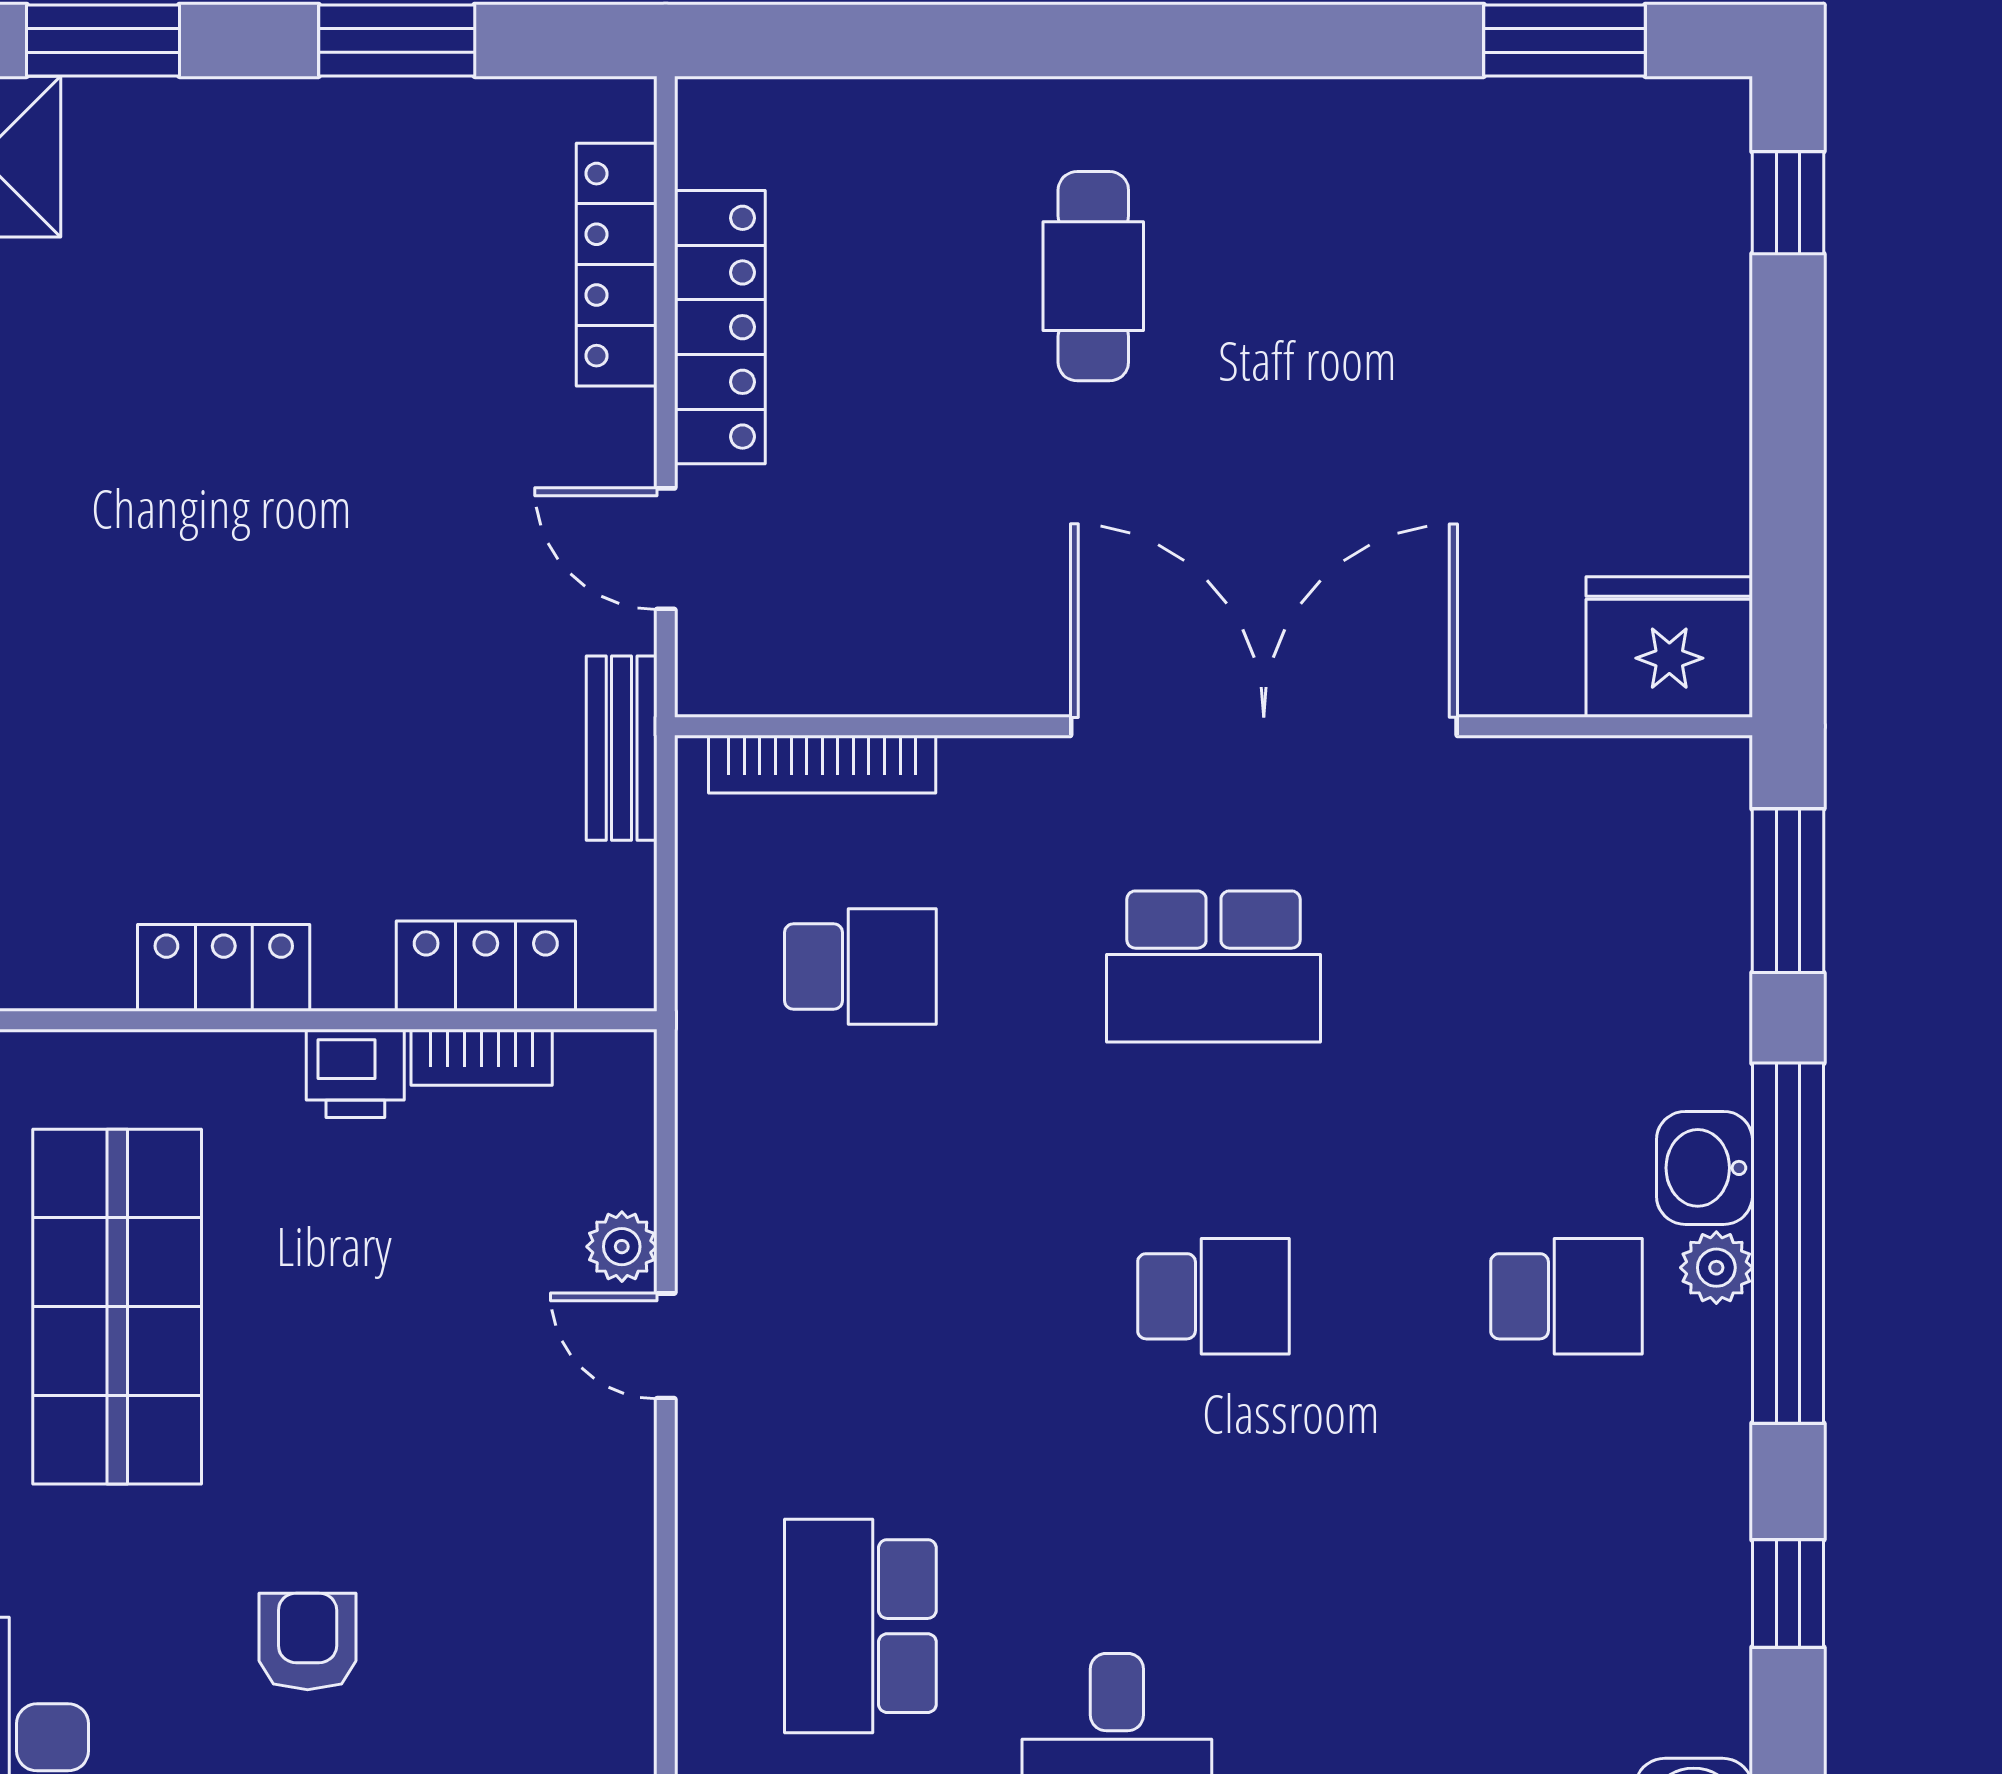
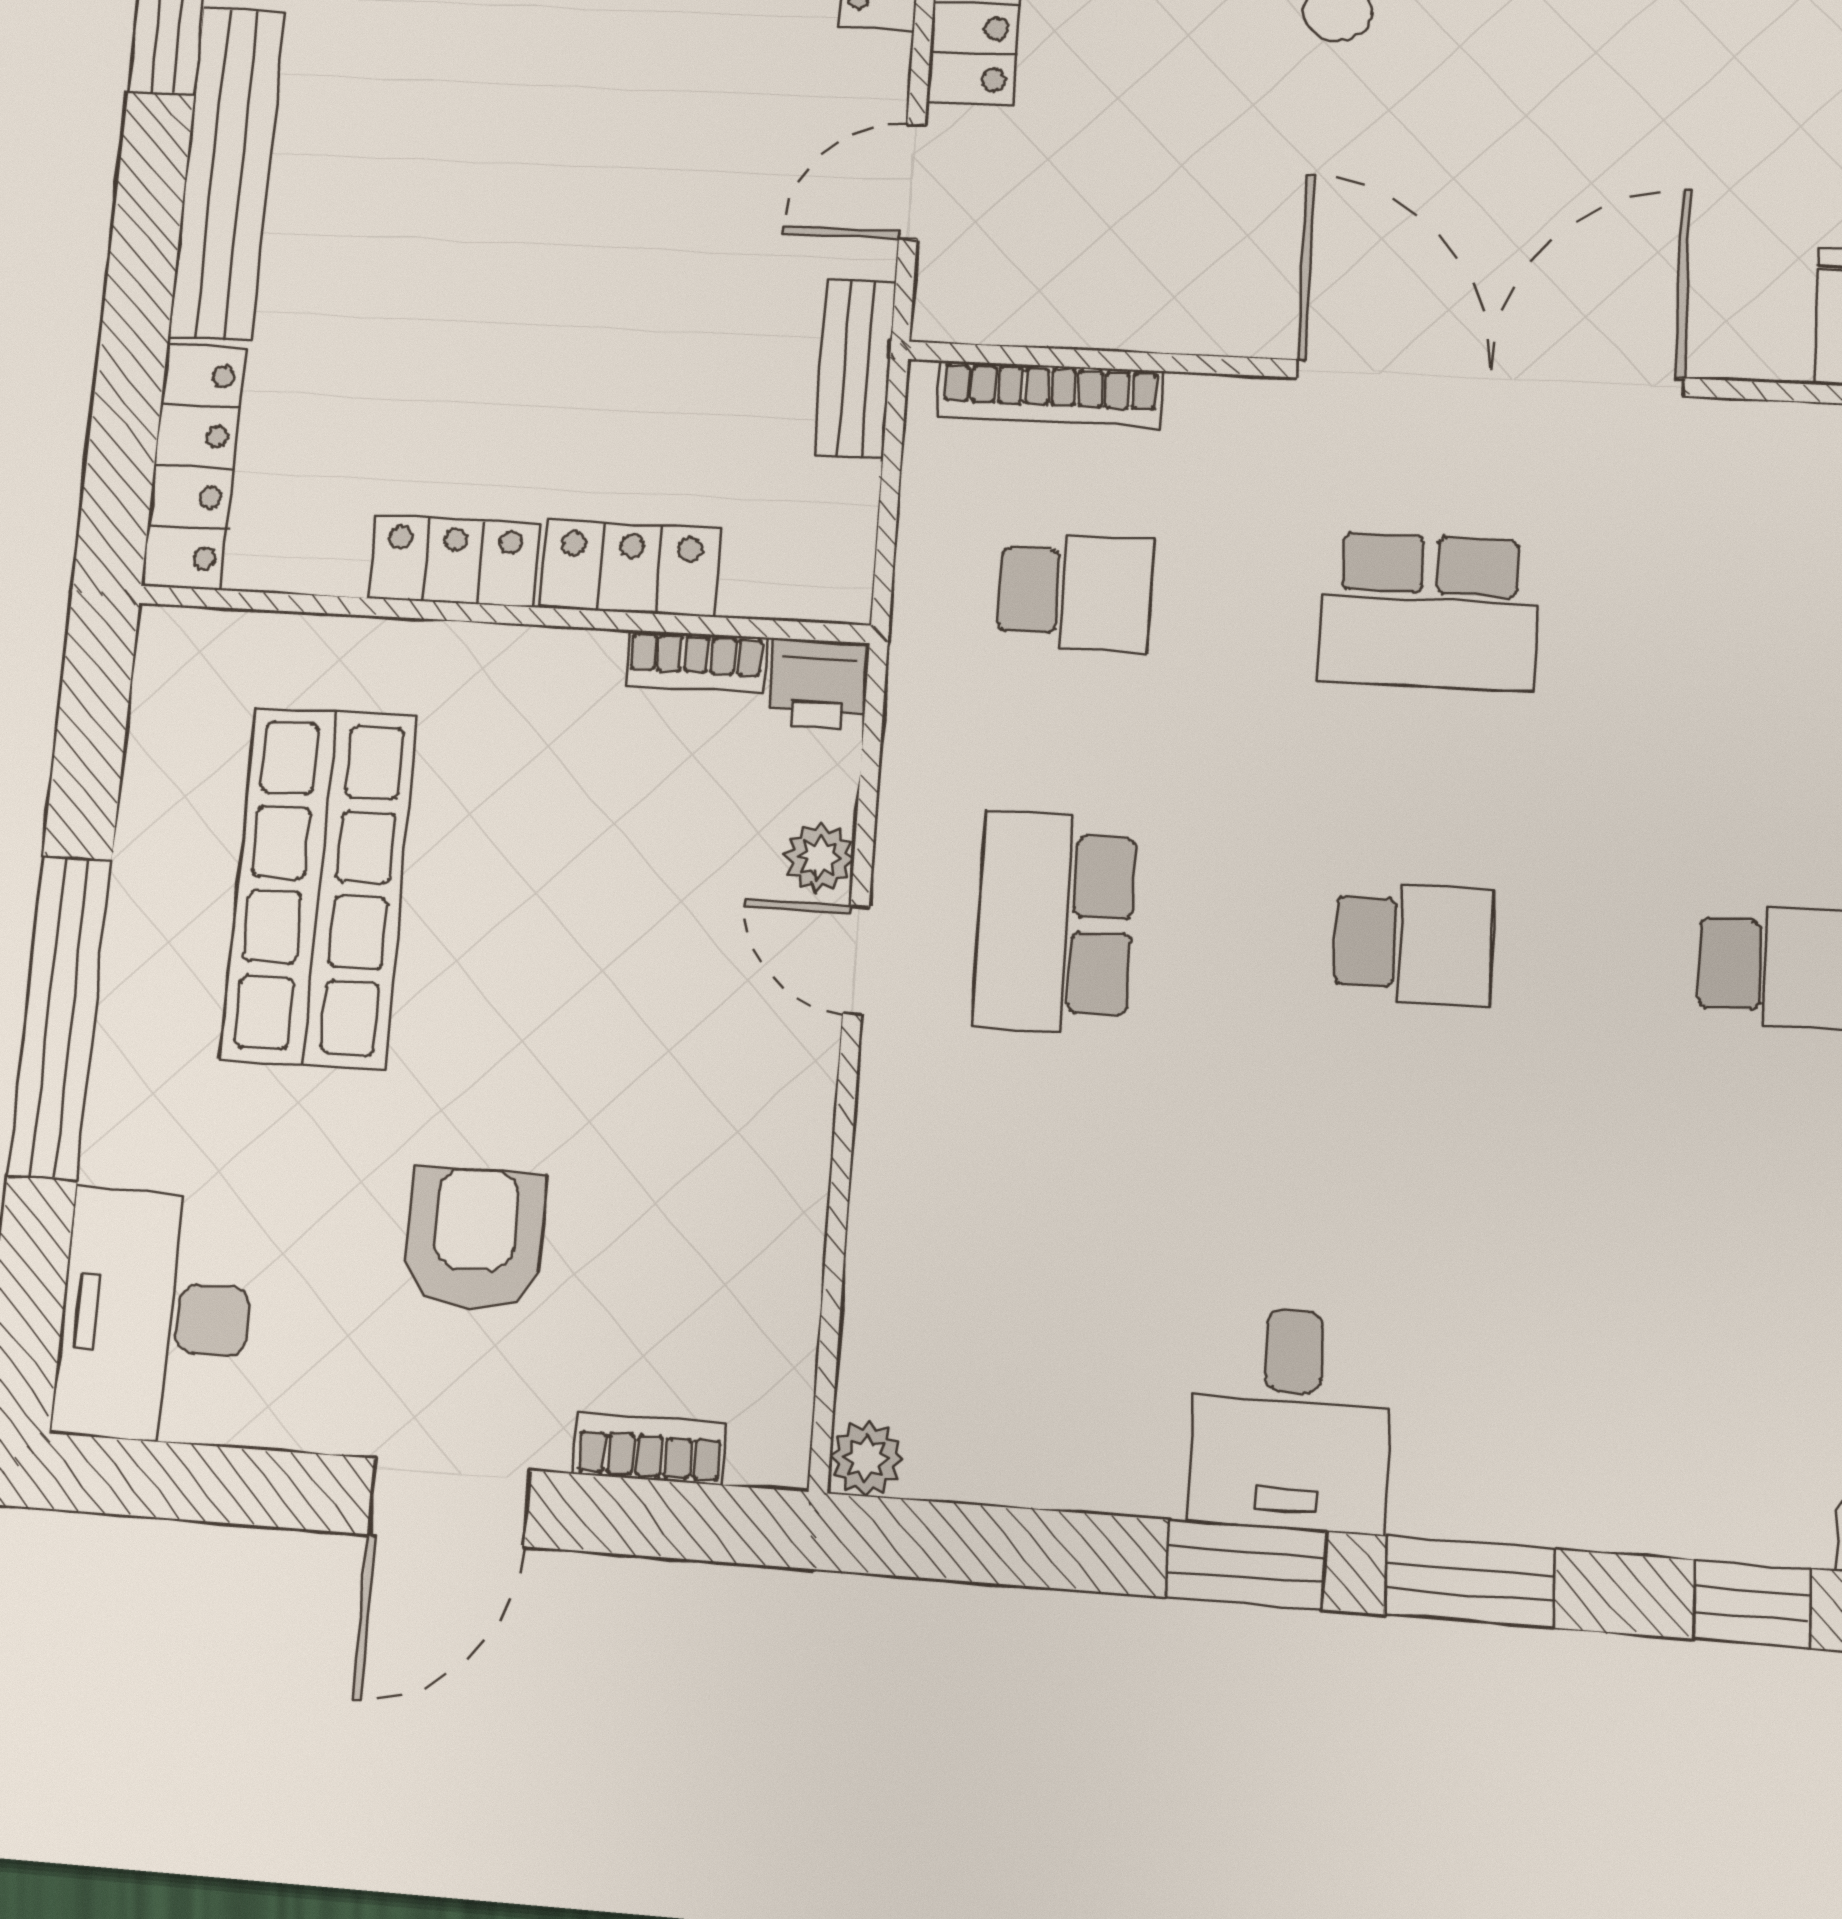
door: (666, 549) -> (912, 182), hinge flipped
locker: (486, 966) -> (630, 568), moved
printer: (355, 1073) -> (819, 684), moved
school desk: (860, 1626) -> (1055, 922), moved
armchair: (308, 1641) -> (475, 1239), width x1.38, depth x1.38

